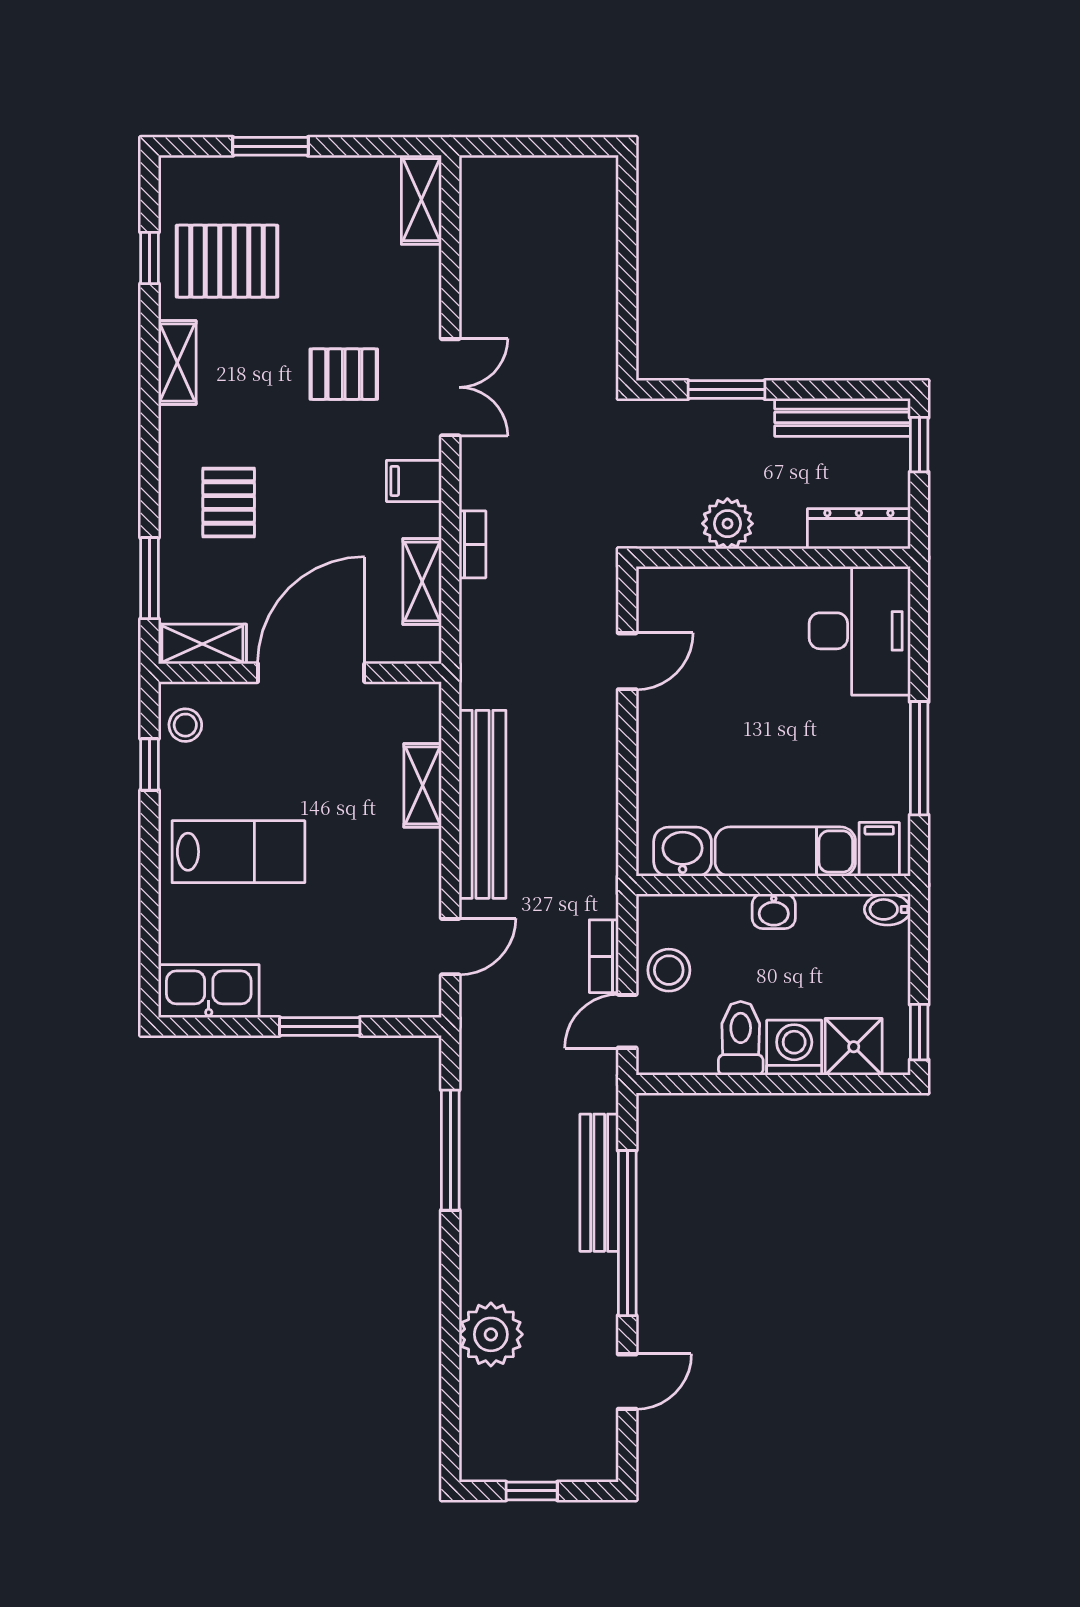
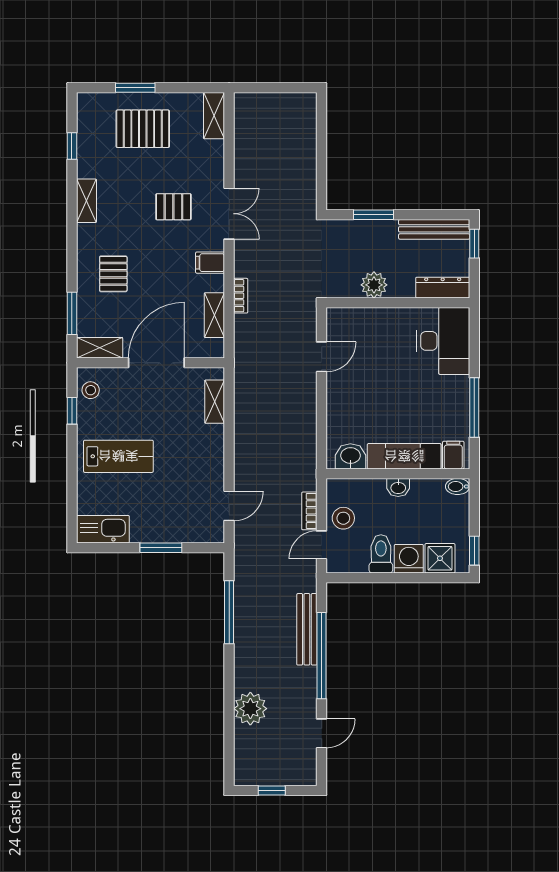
pallet: (227, 261) -> (143, 129), moved
shelving: (423, 785) -> (215, 402), moved
bench: (483, 804) -> (246, 432), removed

